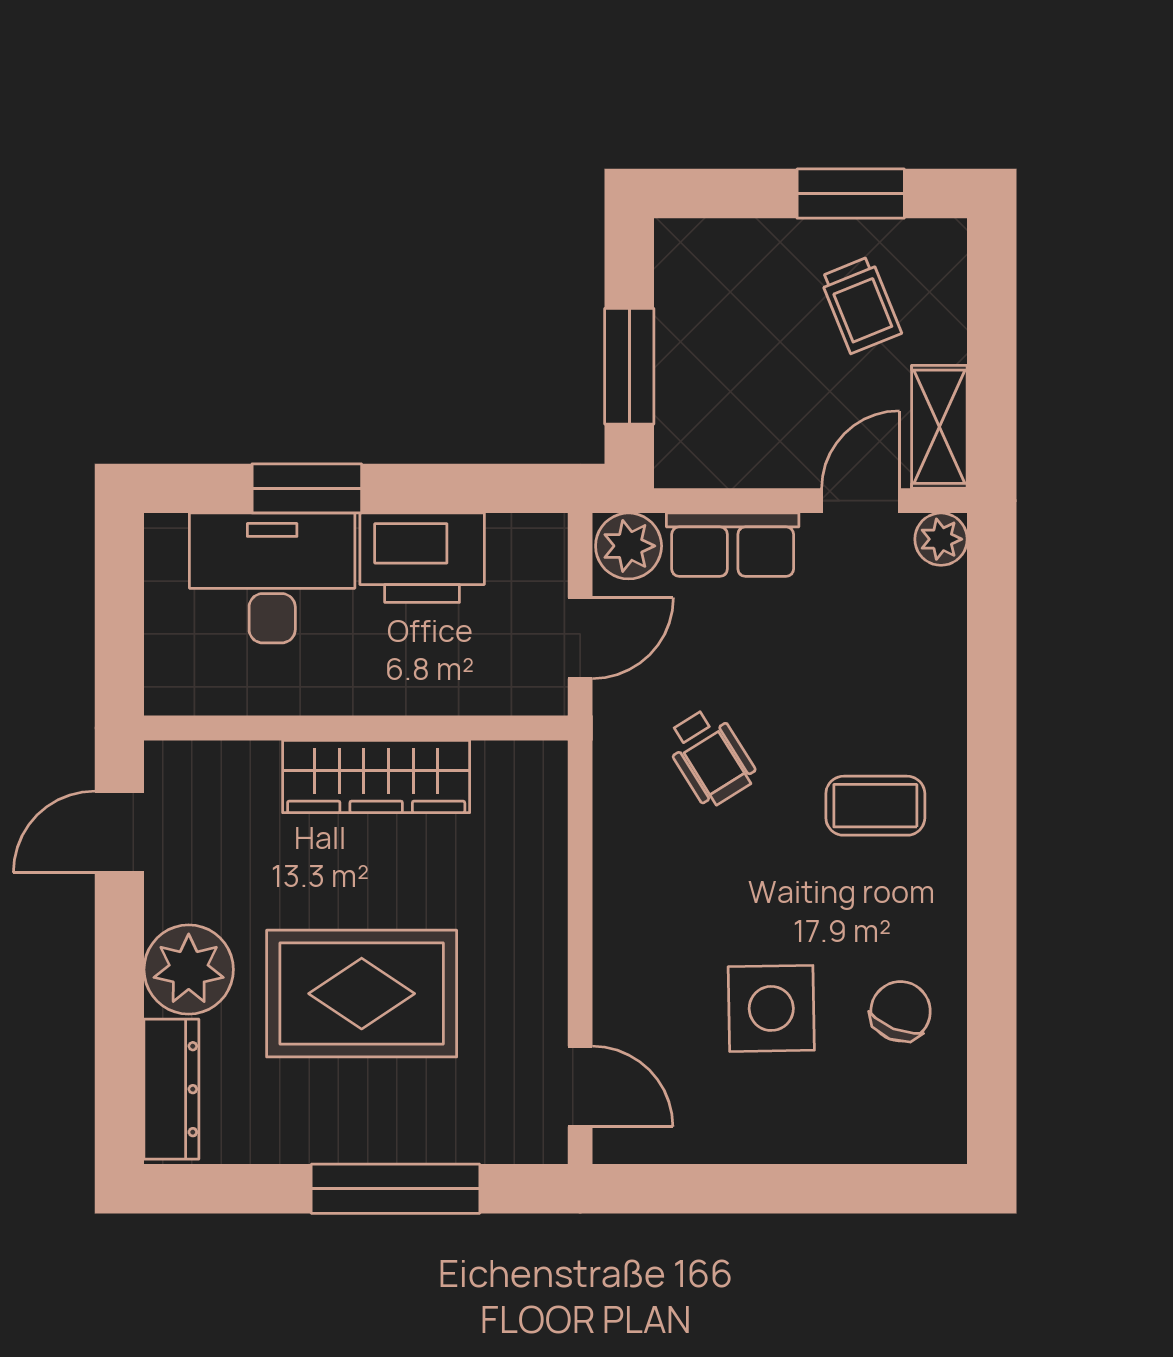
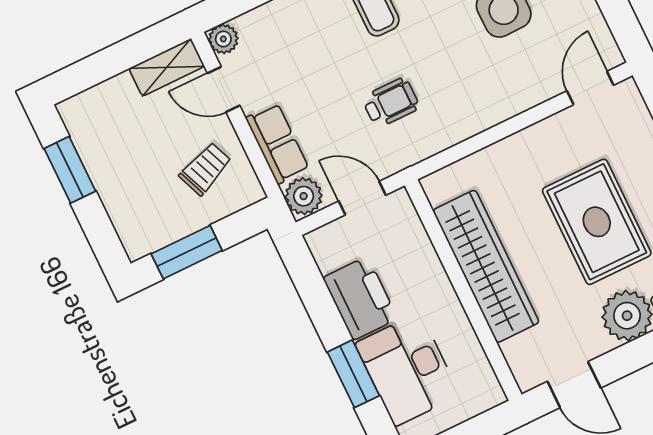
trolley: (861, 305) -> (205, 169), moved
window: (629, 366) -> (187, 252), moved
wheelchair: (710, 757) -> (391, 103), turned 32
wardrobe: (376, 776) -> (486, 266), width x1.40, depth x1.17

